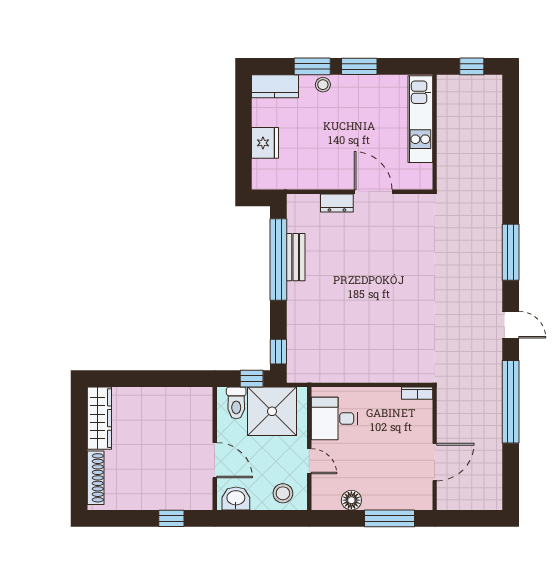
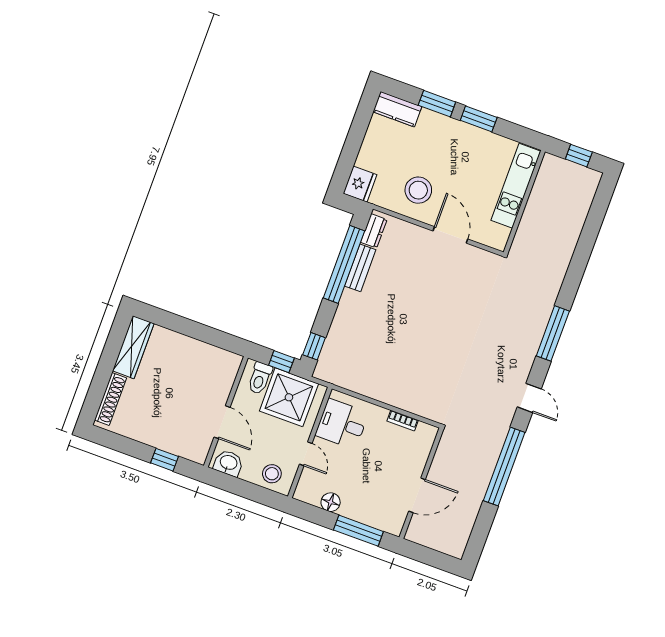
stool: (323, 85) -> (418, 190), moved, width x1.89, depth x1.89
fridge: (265, 143) -> (360, 184), moved
dresser: (337, 203) -> (374, 231), moved, turned -90
bookcase: (417, 393) -> (403, 421), moved

